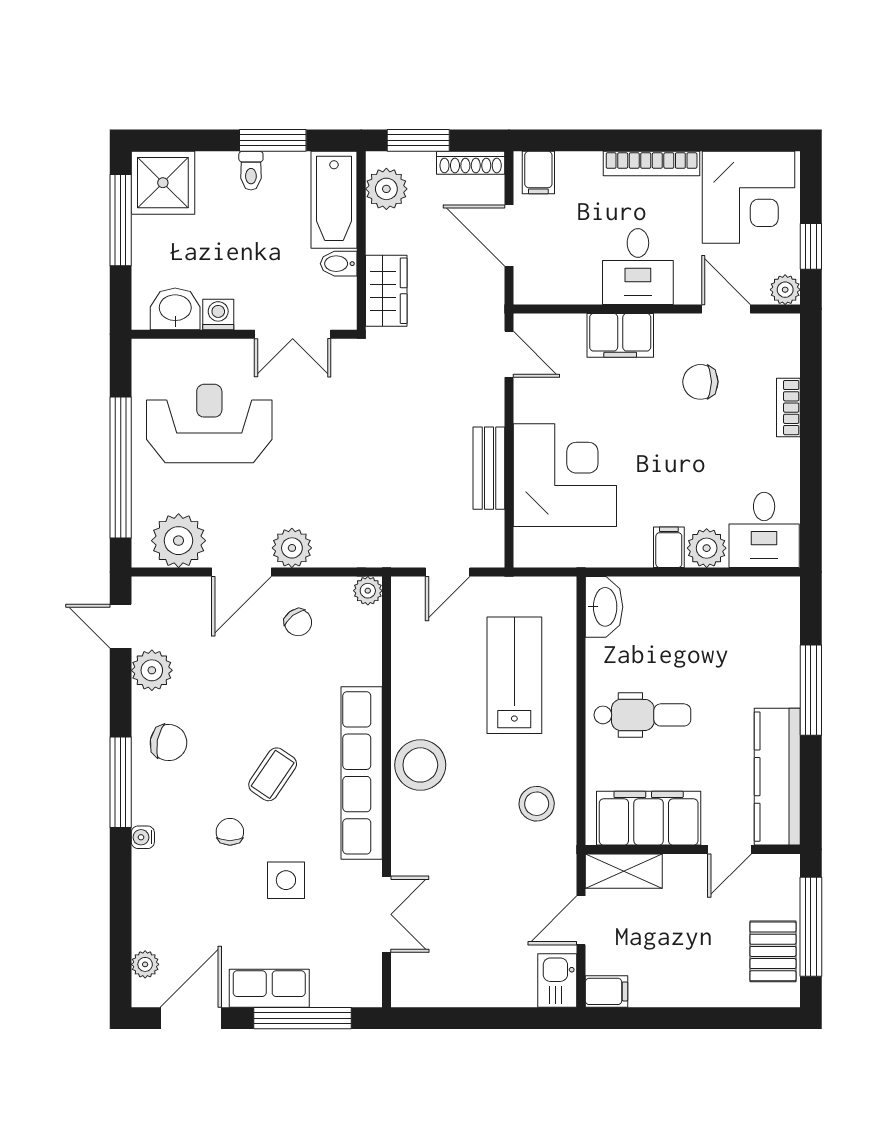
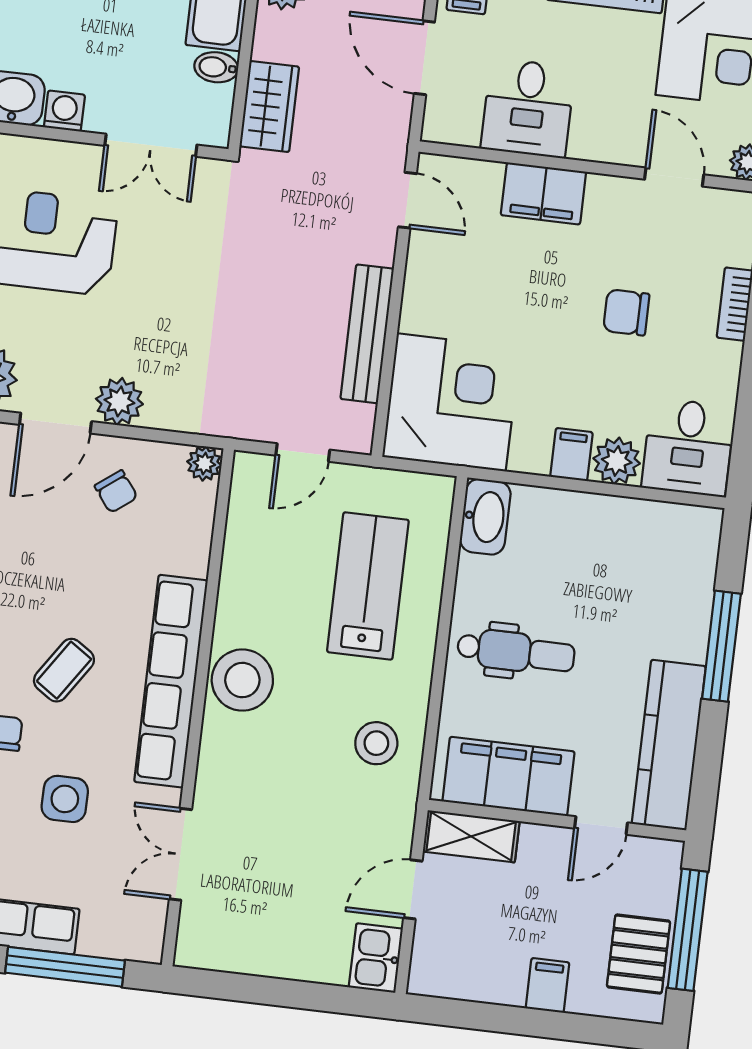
desk: (638, 267) -> (528, 108), moved
chair: (700, 382) -> (626, 312), moved
bench: (489, 468) -> (367, 334), width x1.36
corner desk: (565, 475) -> (451, 402), moved
double door: (386, 914) -> (180, 854), swing flipped
filing cabinet: (606, 991) -> (547, 985), moved, turned -90

